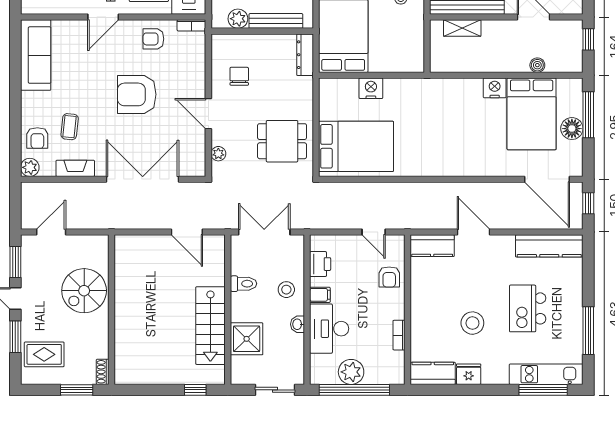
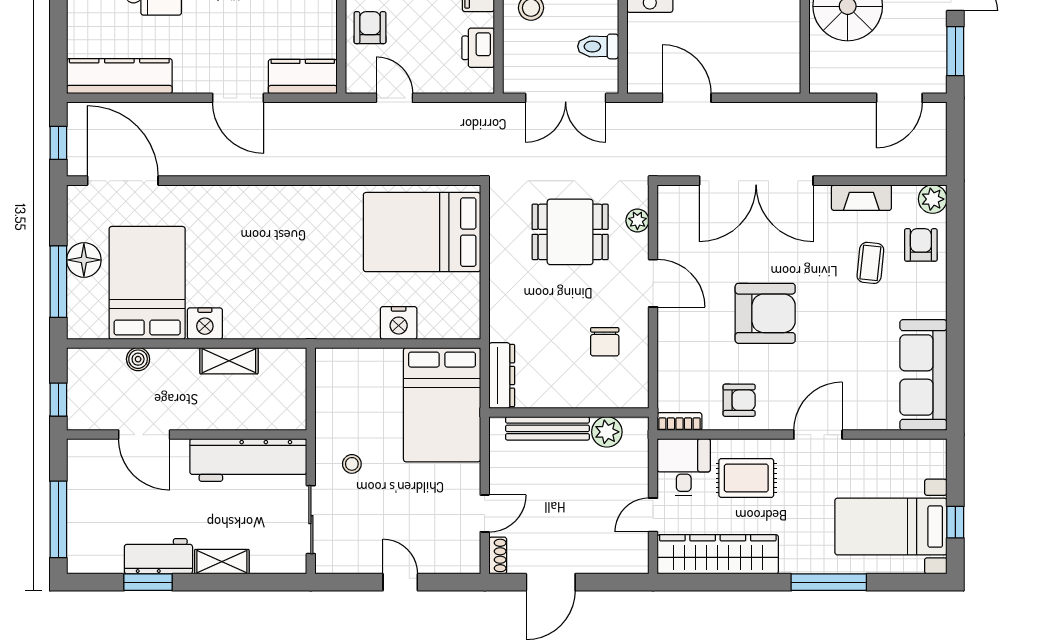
shelving: (462, 28) -> (229, 361), moved
dining table: (282, 141) -> (570, 232), moved
toilet: (243, 284) -> (598, 46), moved

